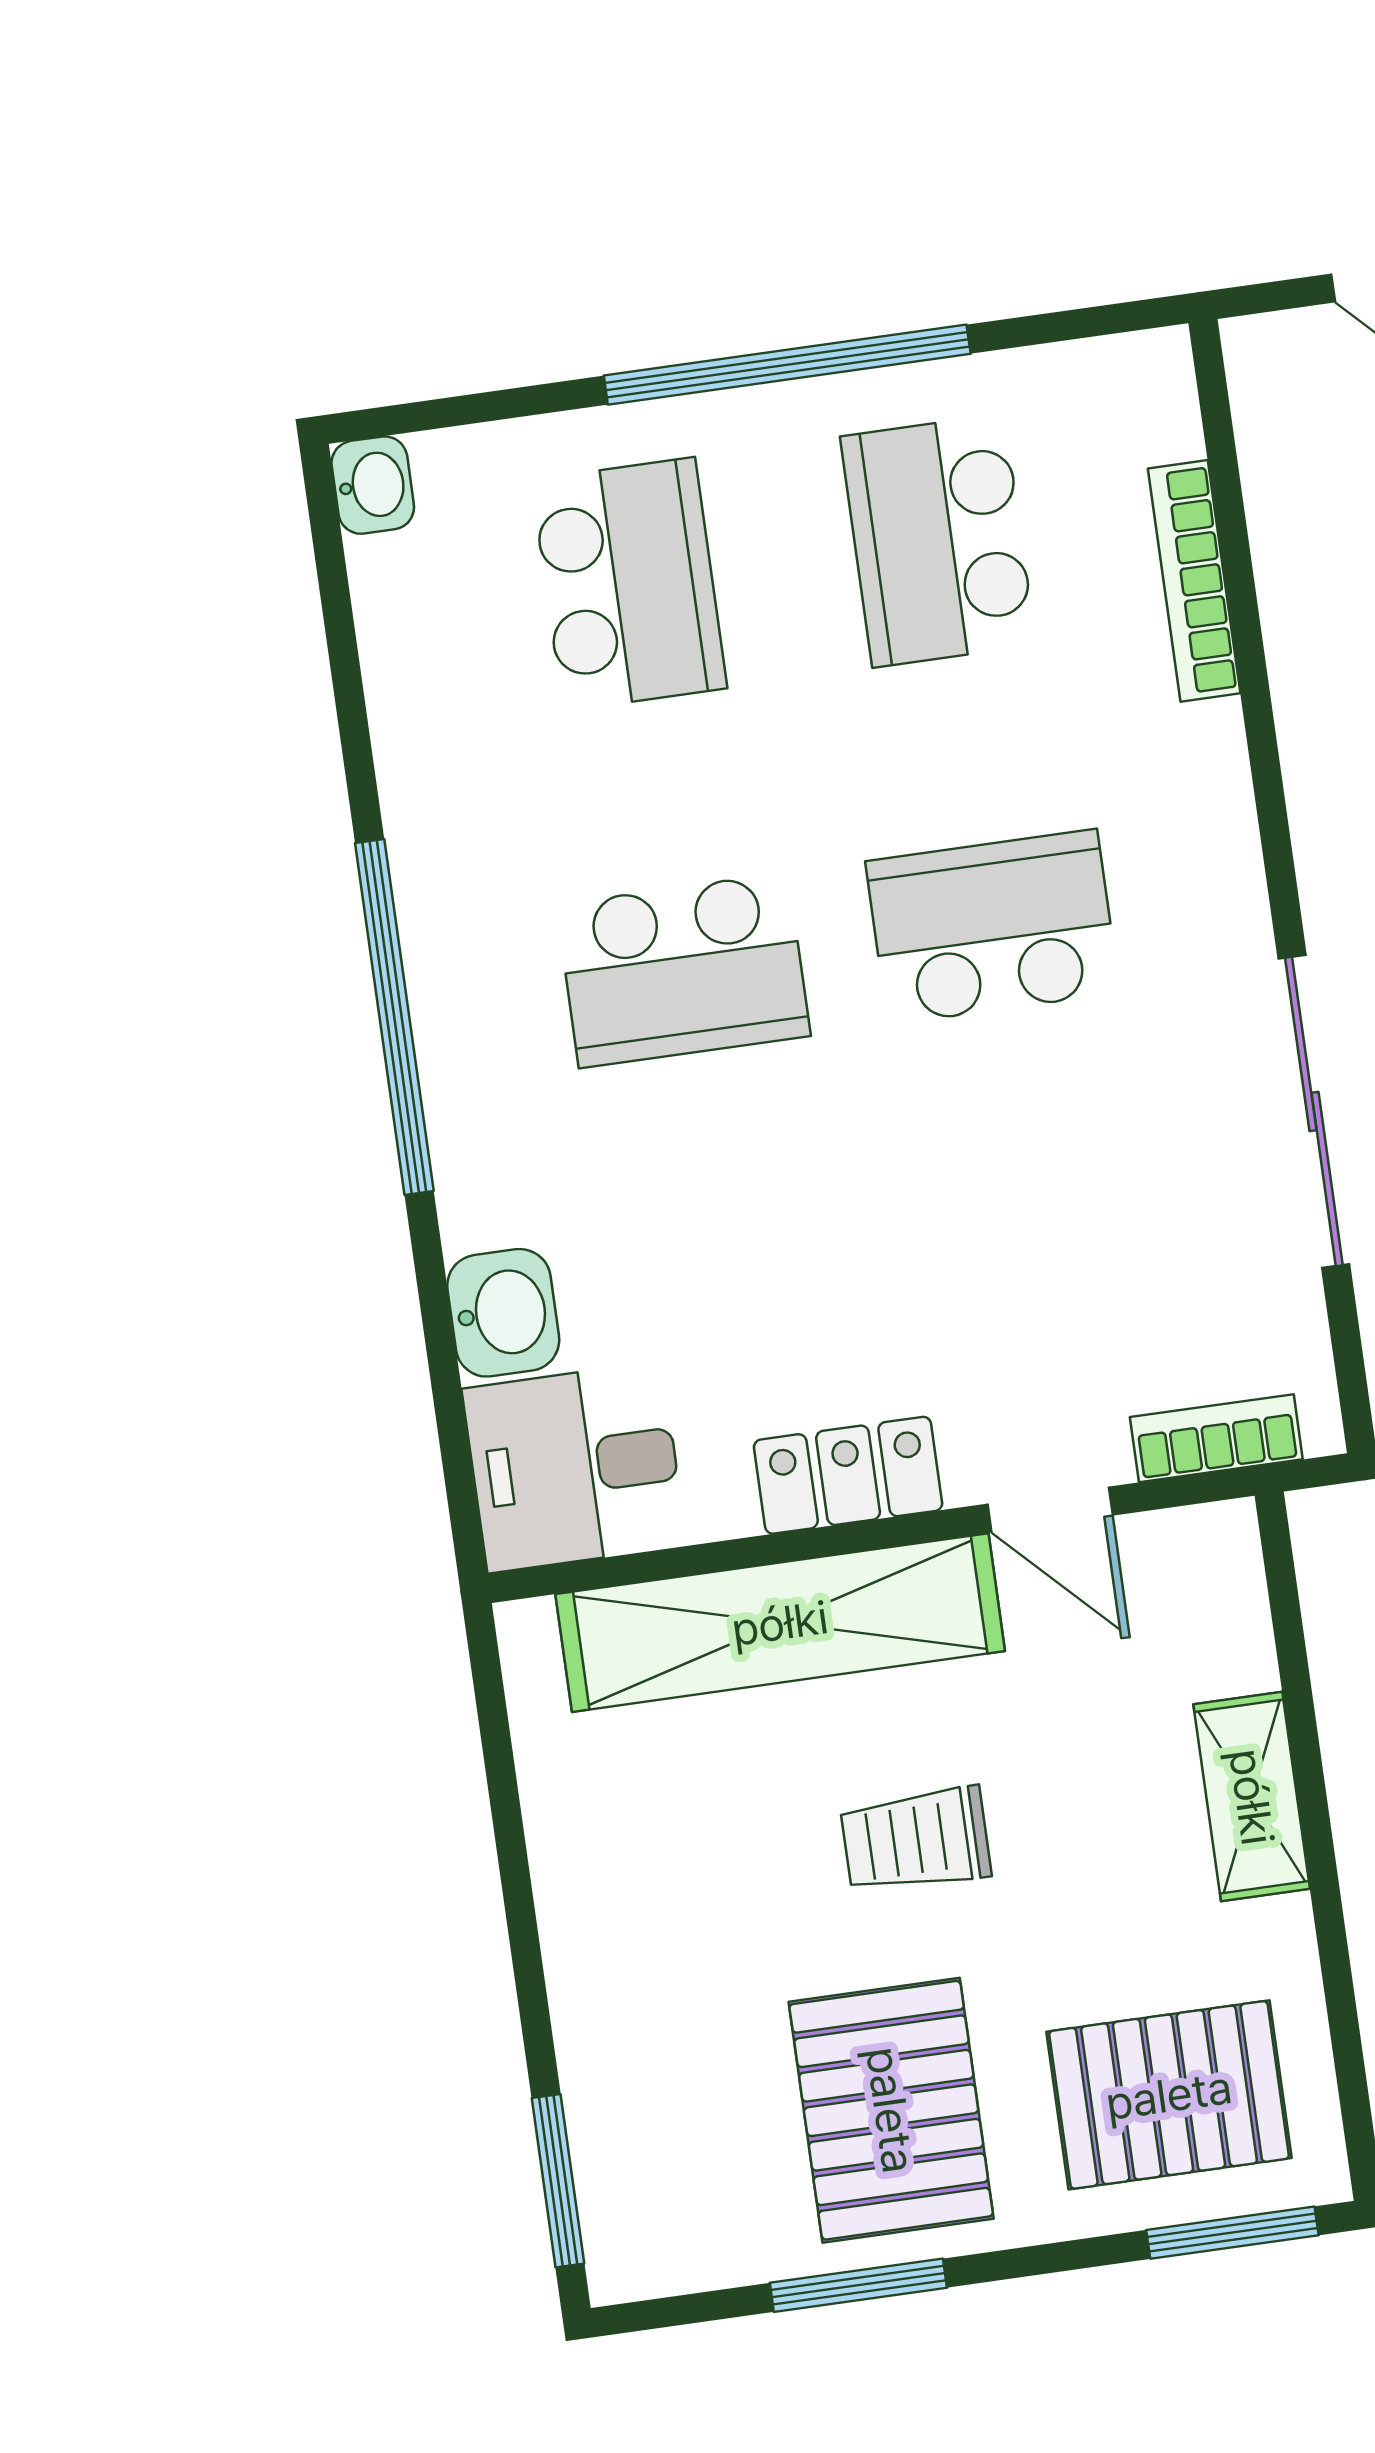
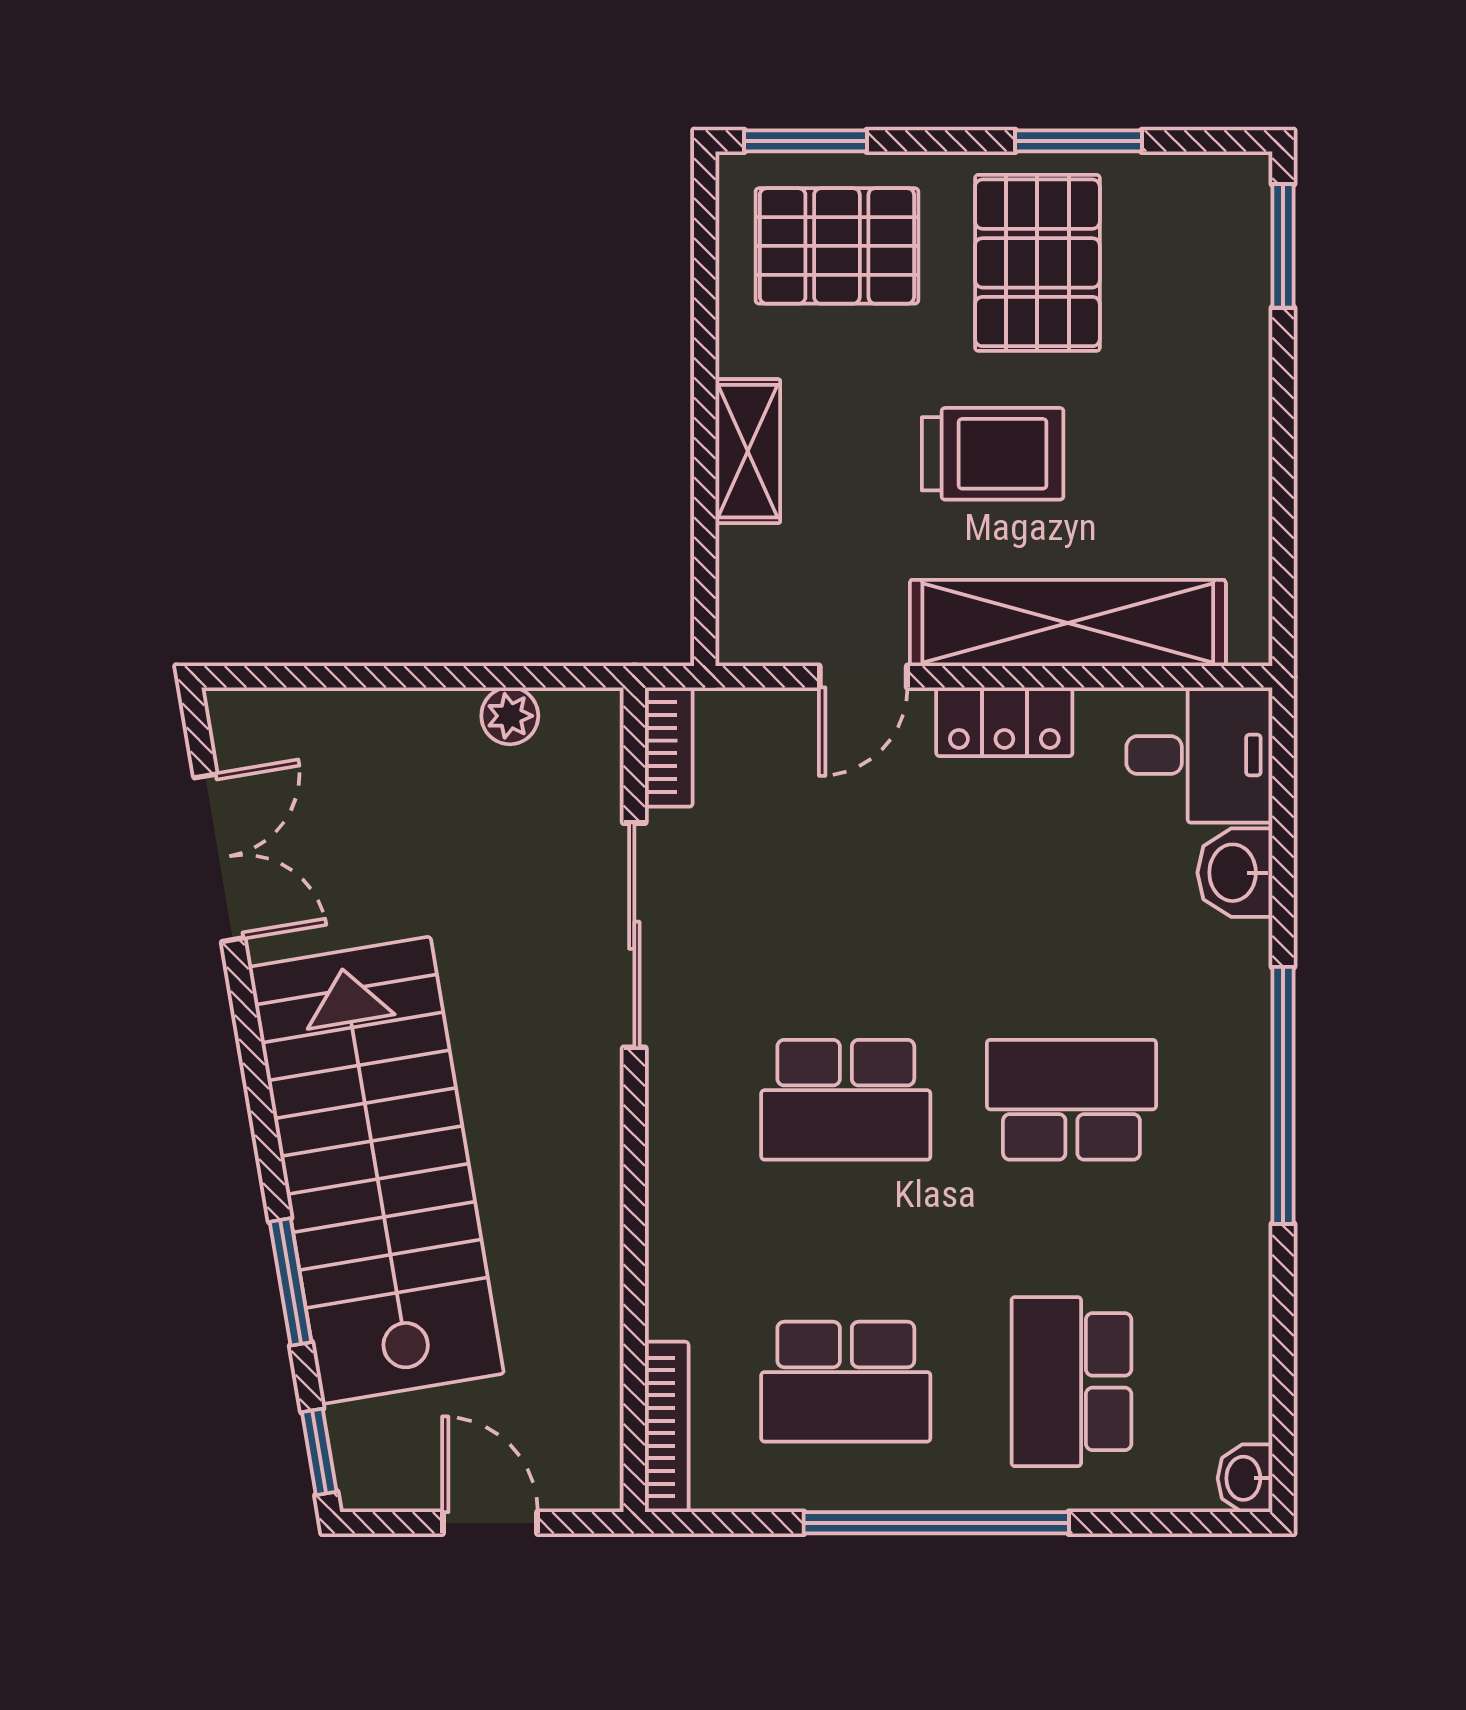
school desk: (938, 541) -> (846, 1382), turned 90
bookcase: (1194, 581) -> (667, 1427), moved
bookcase: (1216, 1438) -> (669, 747), moved, turned -90
door: (1050, 1510) -> (863, 677), swing flipped
trolley: (916, 1840) -> (993, 454), width x1.36, depth x1.39

